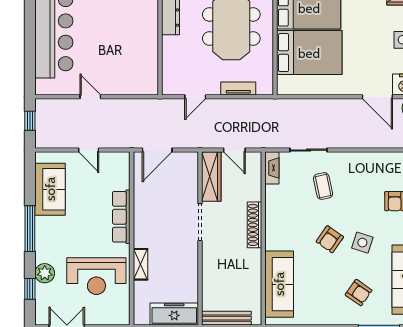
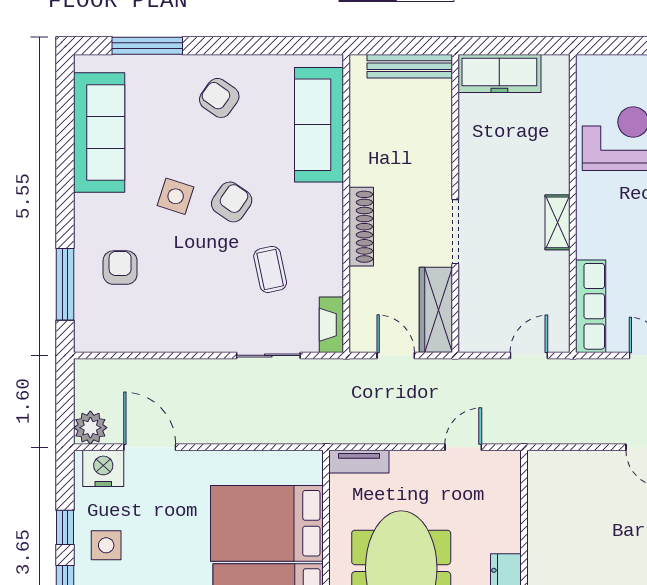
tv unit: (238, 88) -> (359, 462), moved
door: (157, 150) -> (529, 355), width x0.73
coffee table: (323, 186) -> (270, 269), moved
row of seats: (121, 217) -> (591, 306), moved
shelving: (140, 264) -> (558, 222), moved
armchair: (359, 293) -> (219, 98), moved

